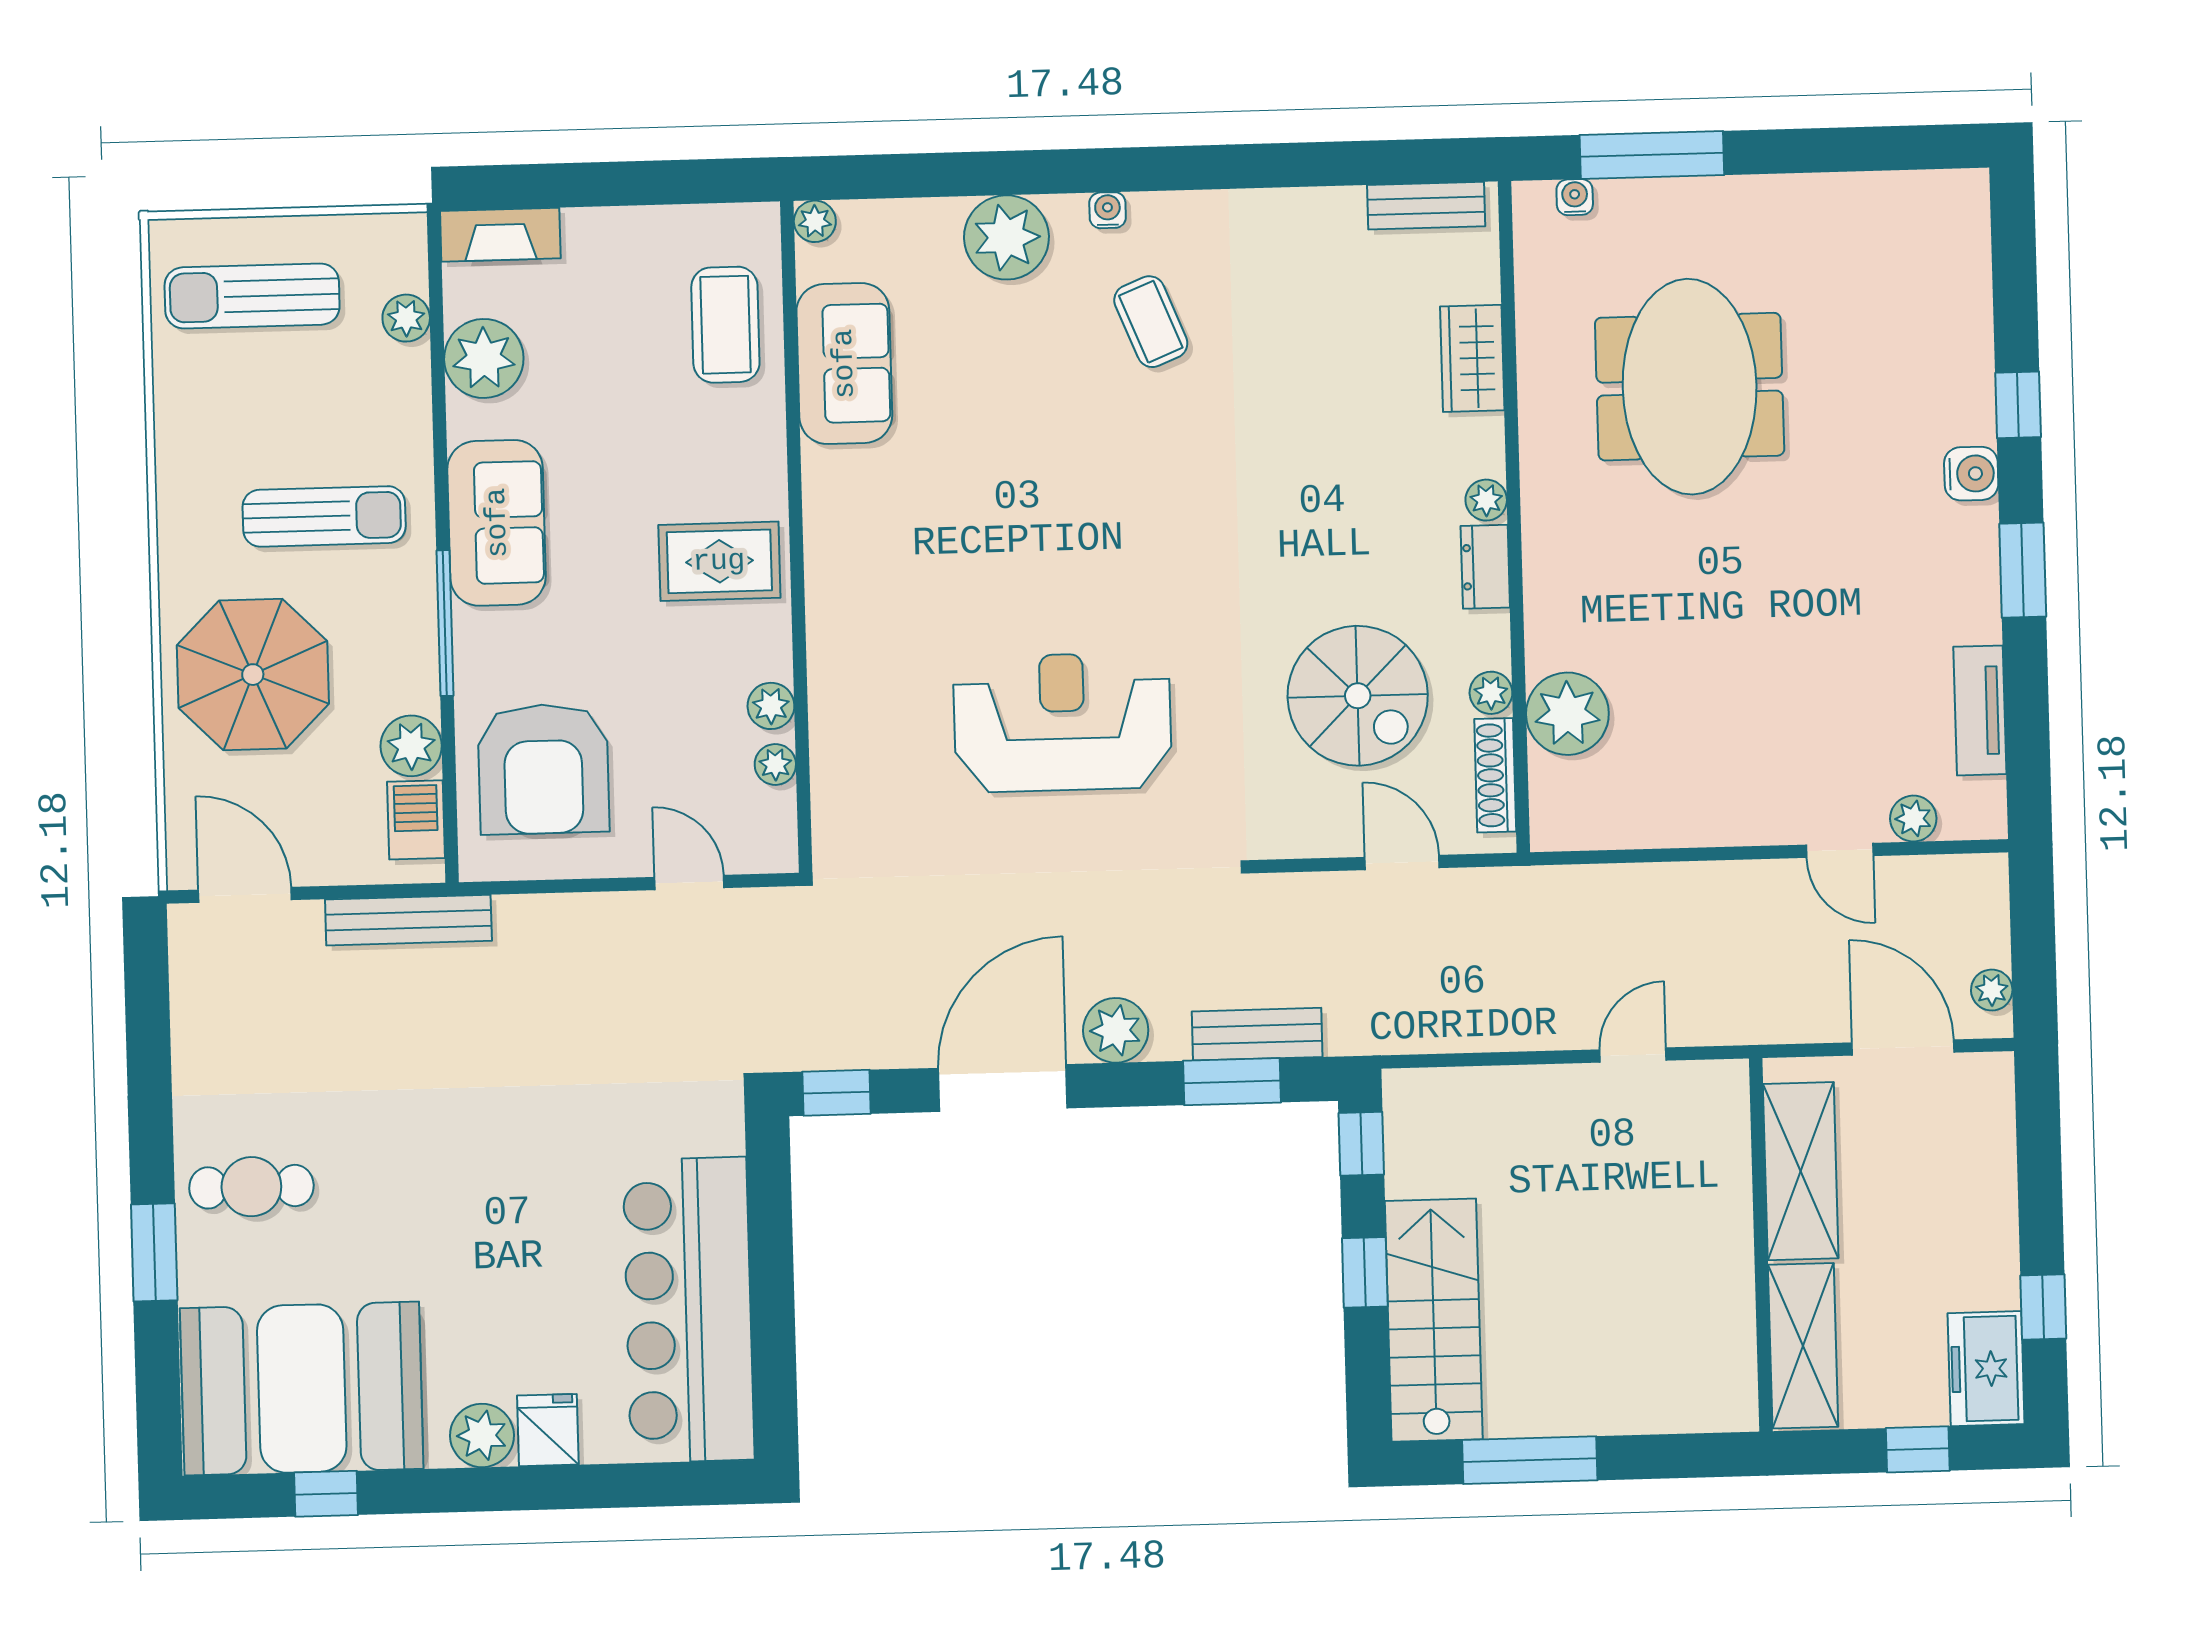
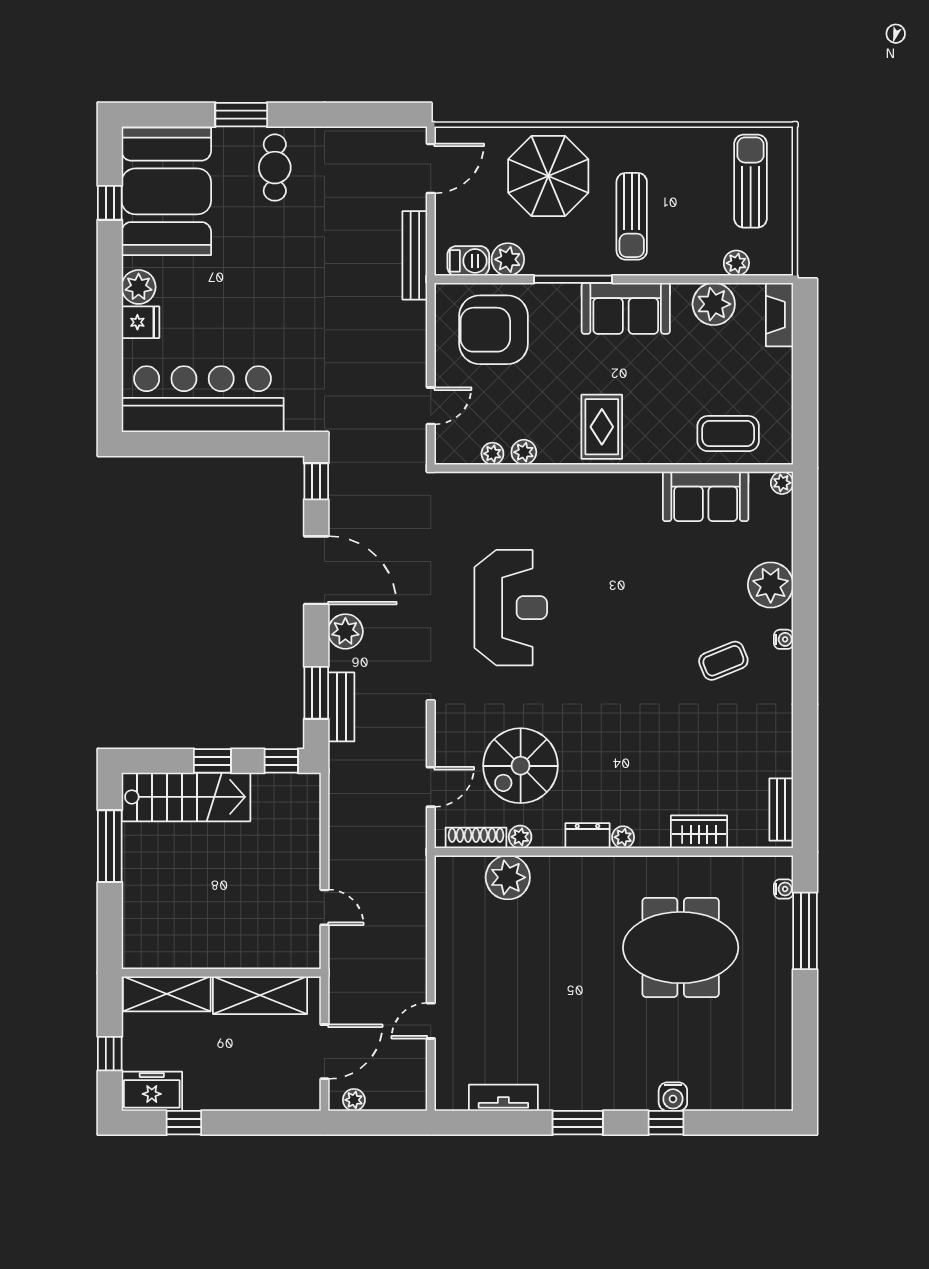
water cooler: (1971, 474) -> (673, 1097), moved
plant: (1913, 819) -> (447, 1061), removed

